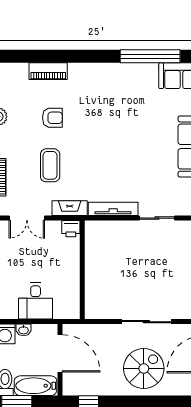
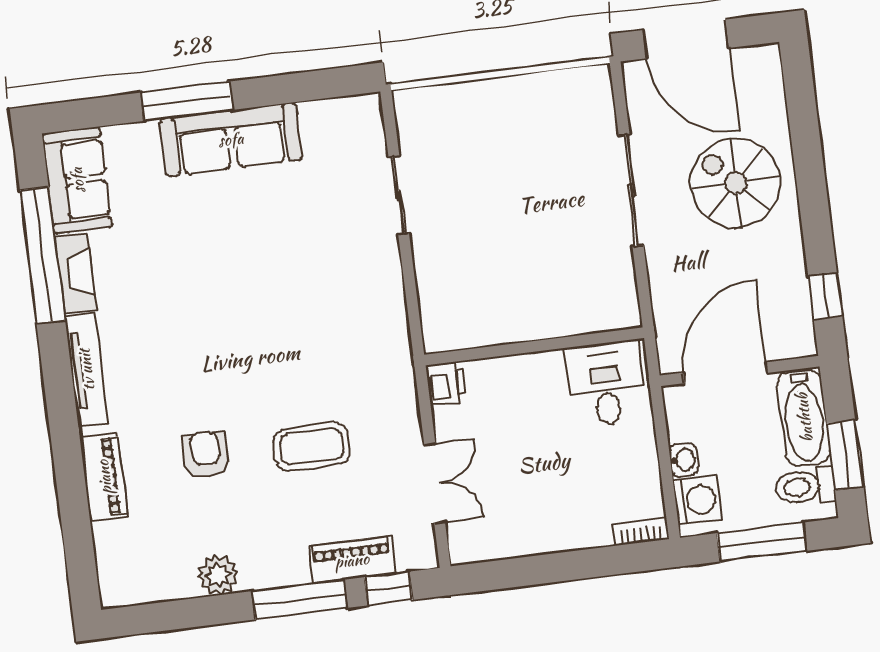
fireplace: (70, 208) -> (76, 273), moved, turned 180
tv unit: (113, 209) -> (86, 370), moved, turned 180
desk: (36, 301) -> (606, 384), moved, turned -90

